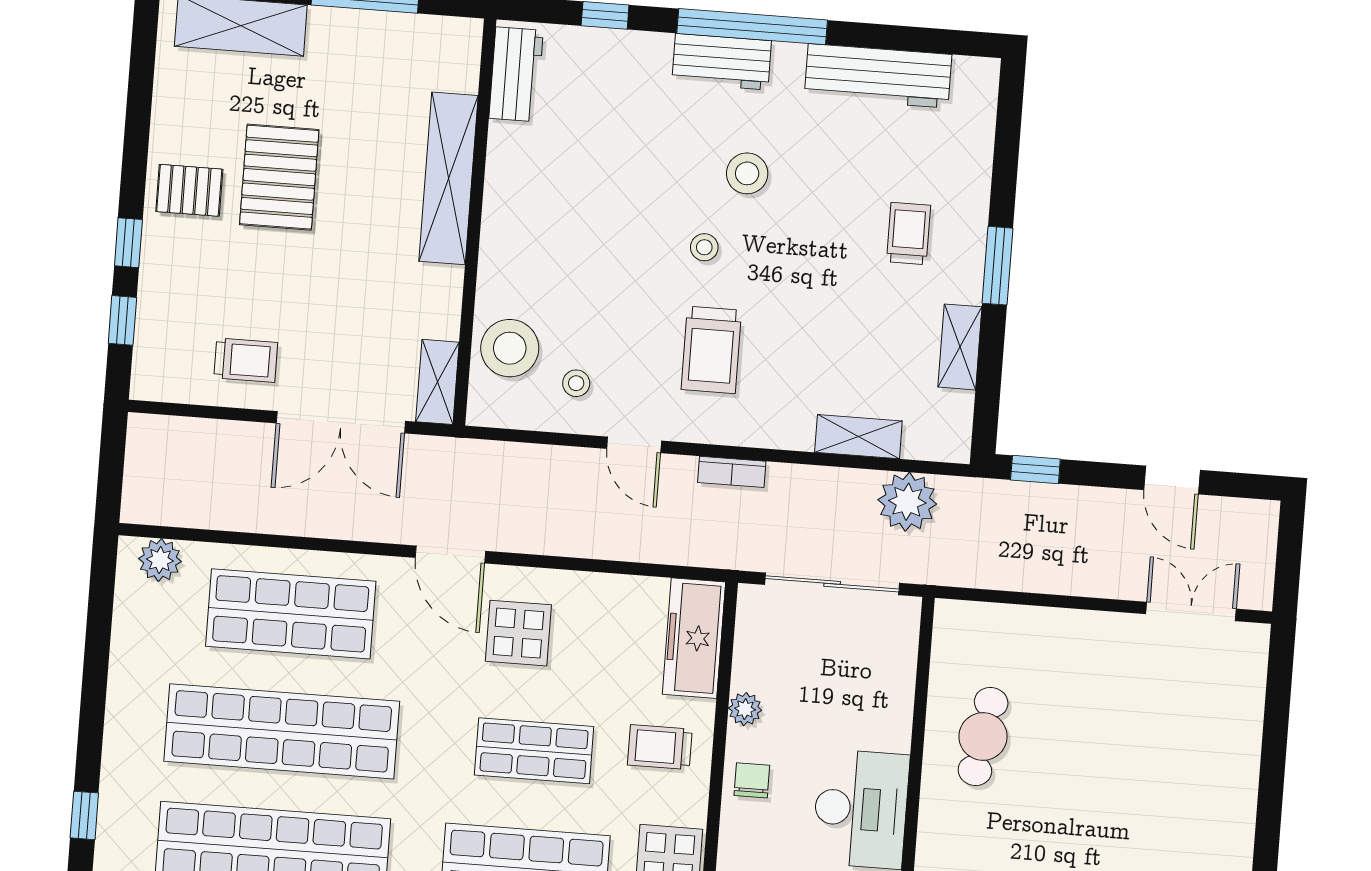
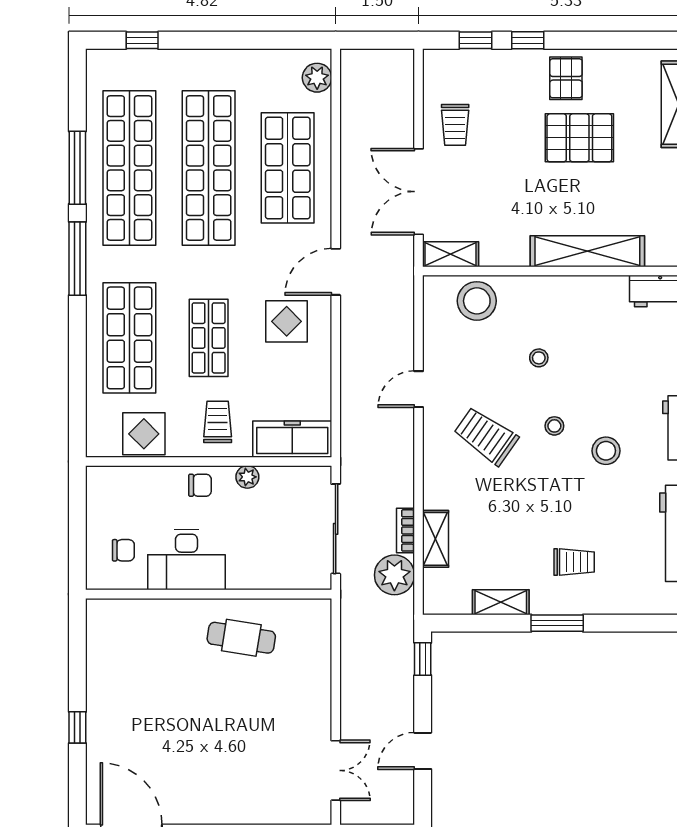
trolley: (711, 350) -> (486, 436), turned 35
stool: (576, 383) -> (539, 358), moved
bookcase: (732, 472) -> (405, 530), moved

